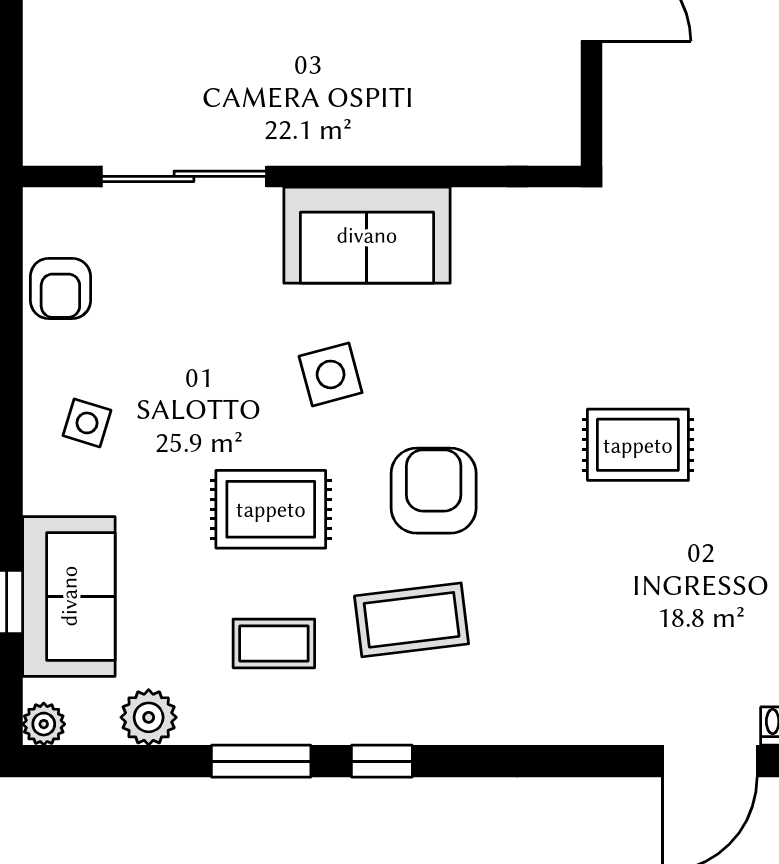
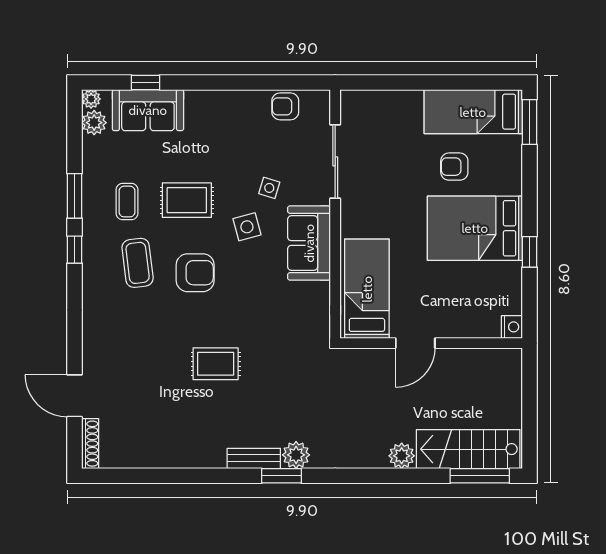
bed: (469, 105) -> (367, 289), added
side table: (87, 423) -> (269, 188), moved
rug: (638, 445) -> (216, 364), turned 90
rug: (271, 509) -> (187, 200), turned 90
plant: (149, 717) -> (94, 123), moved

